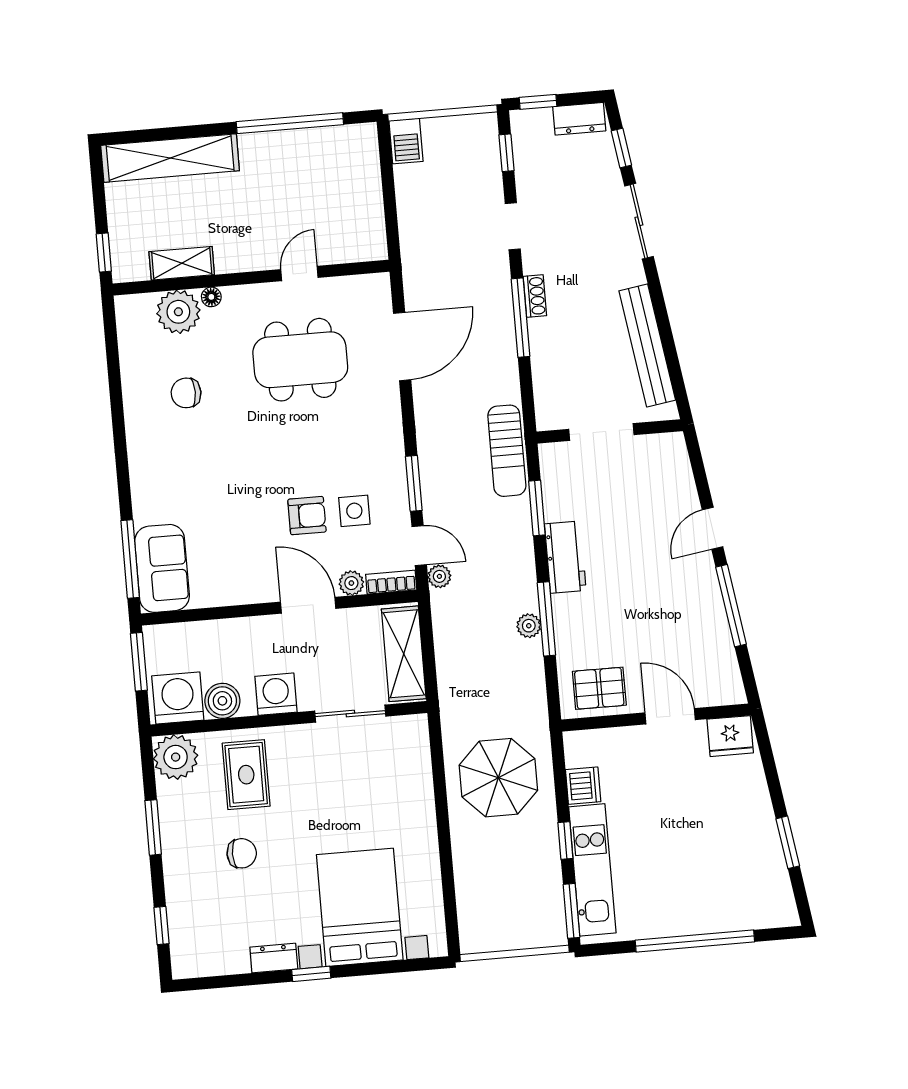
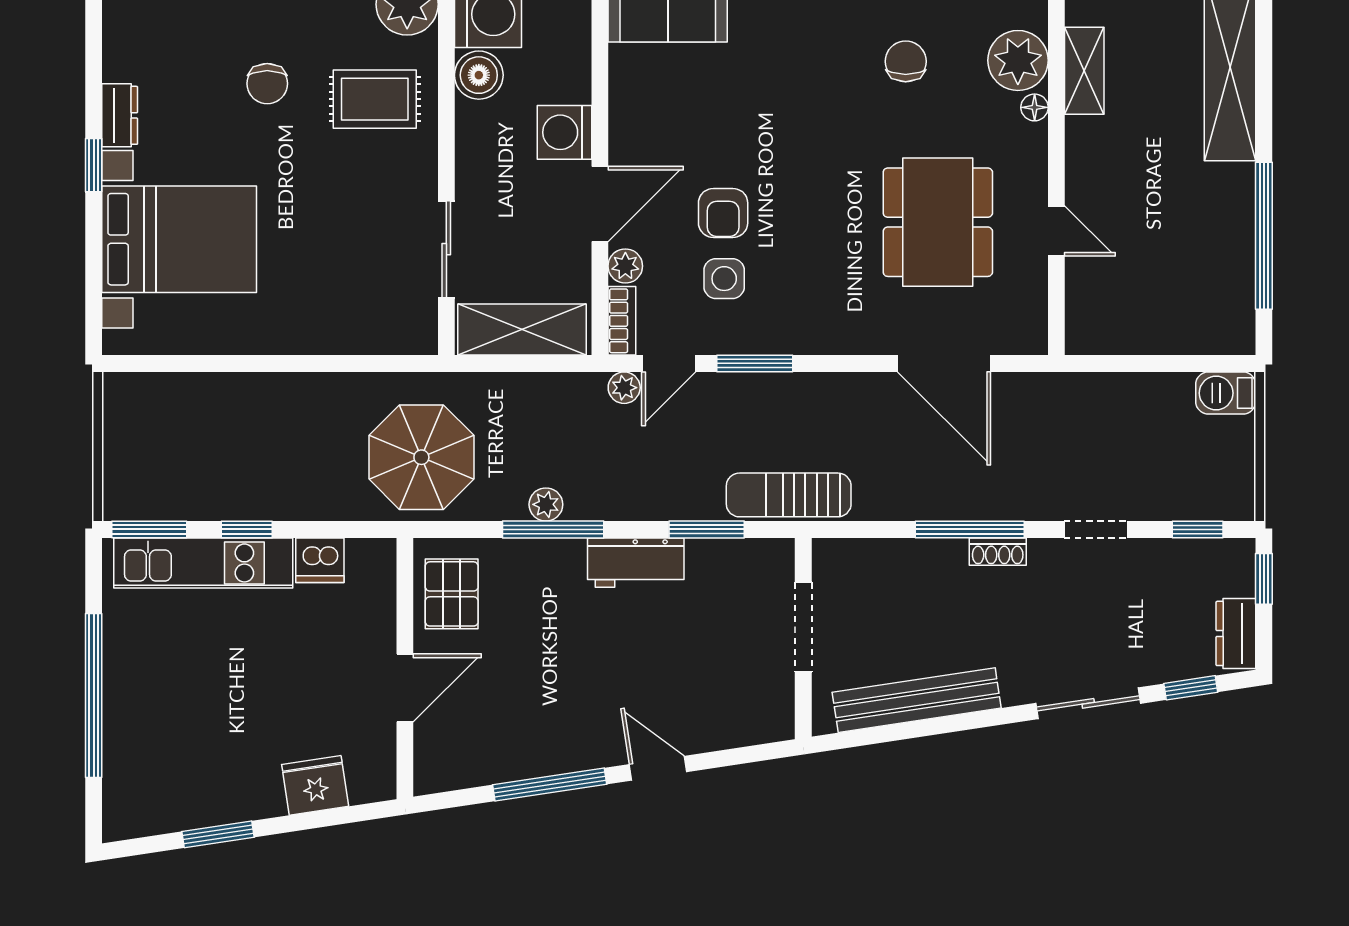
washing machine: (276, 694) -> (565, 132), moved, turned 180
fridge: (730, 736) -> (315, 785), moved, turned 81
parasol: (498, 778) -> (421, 457), moved

